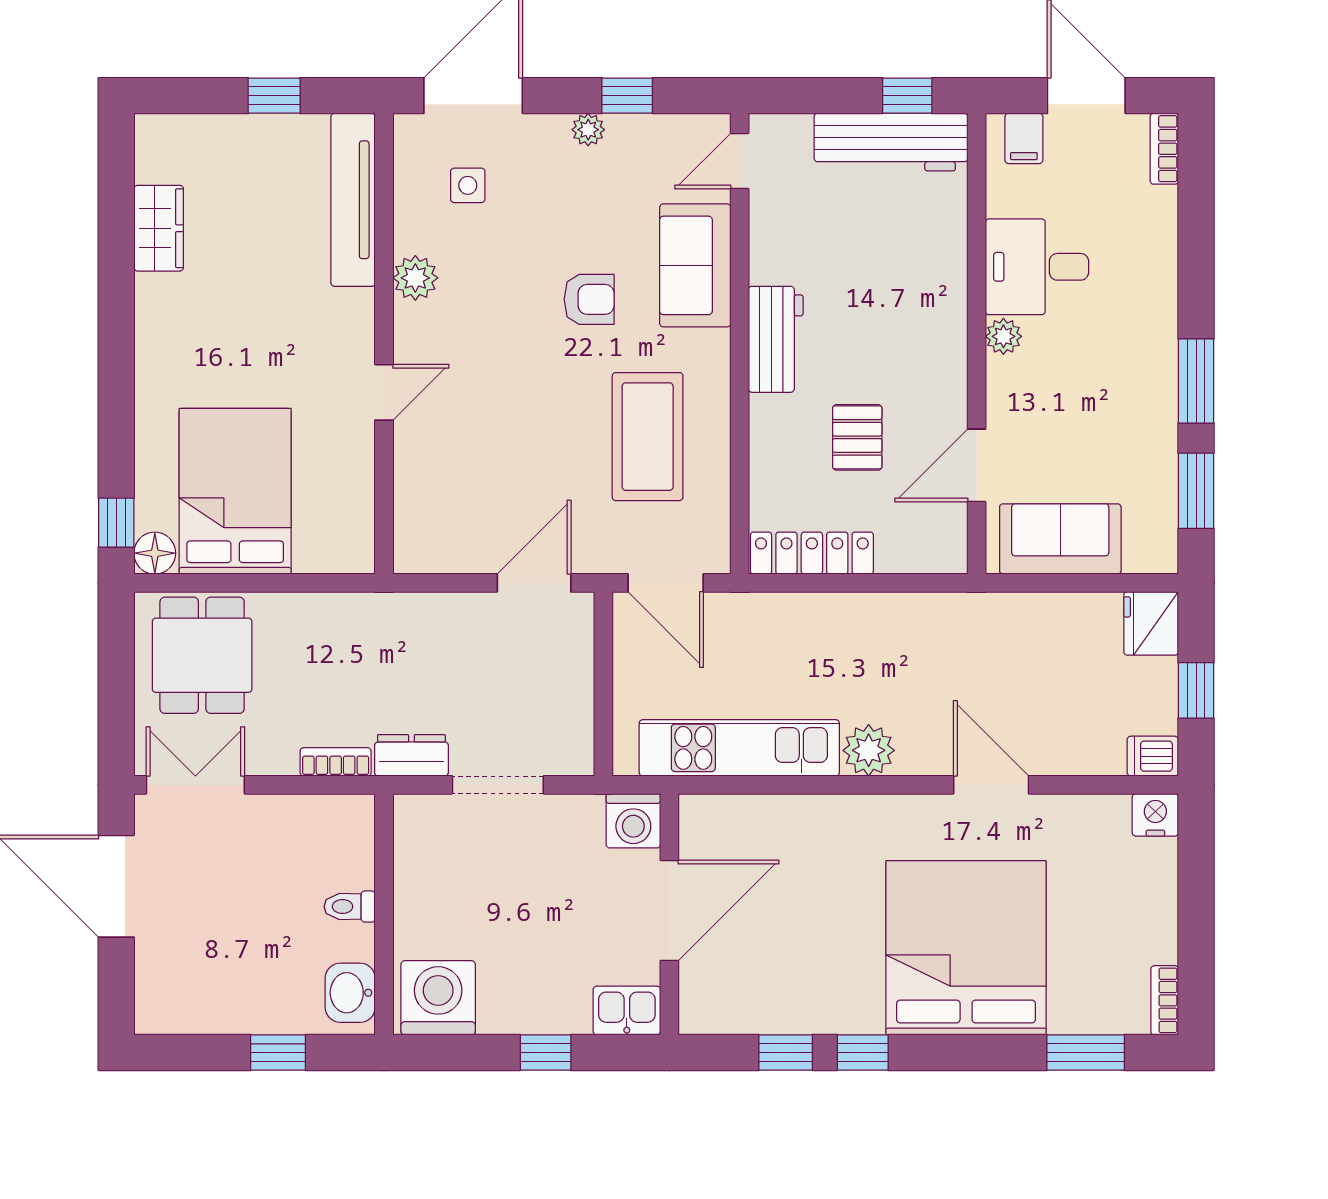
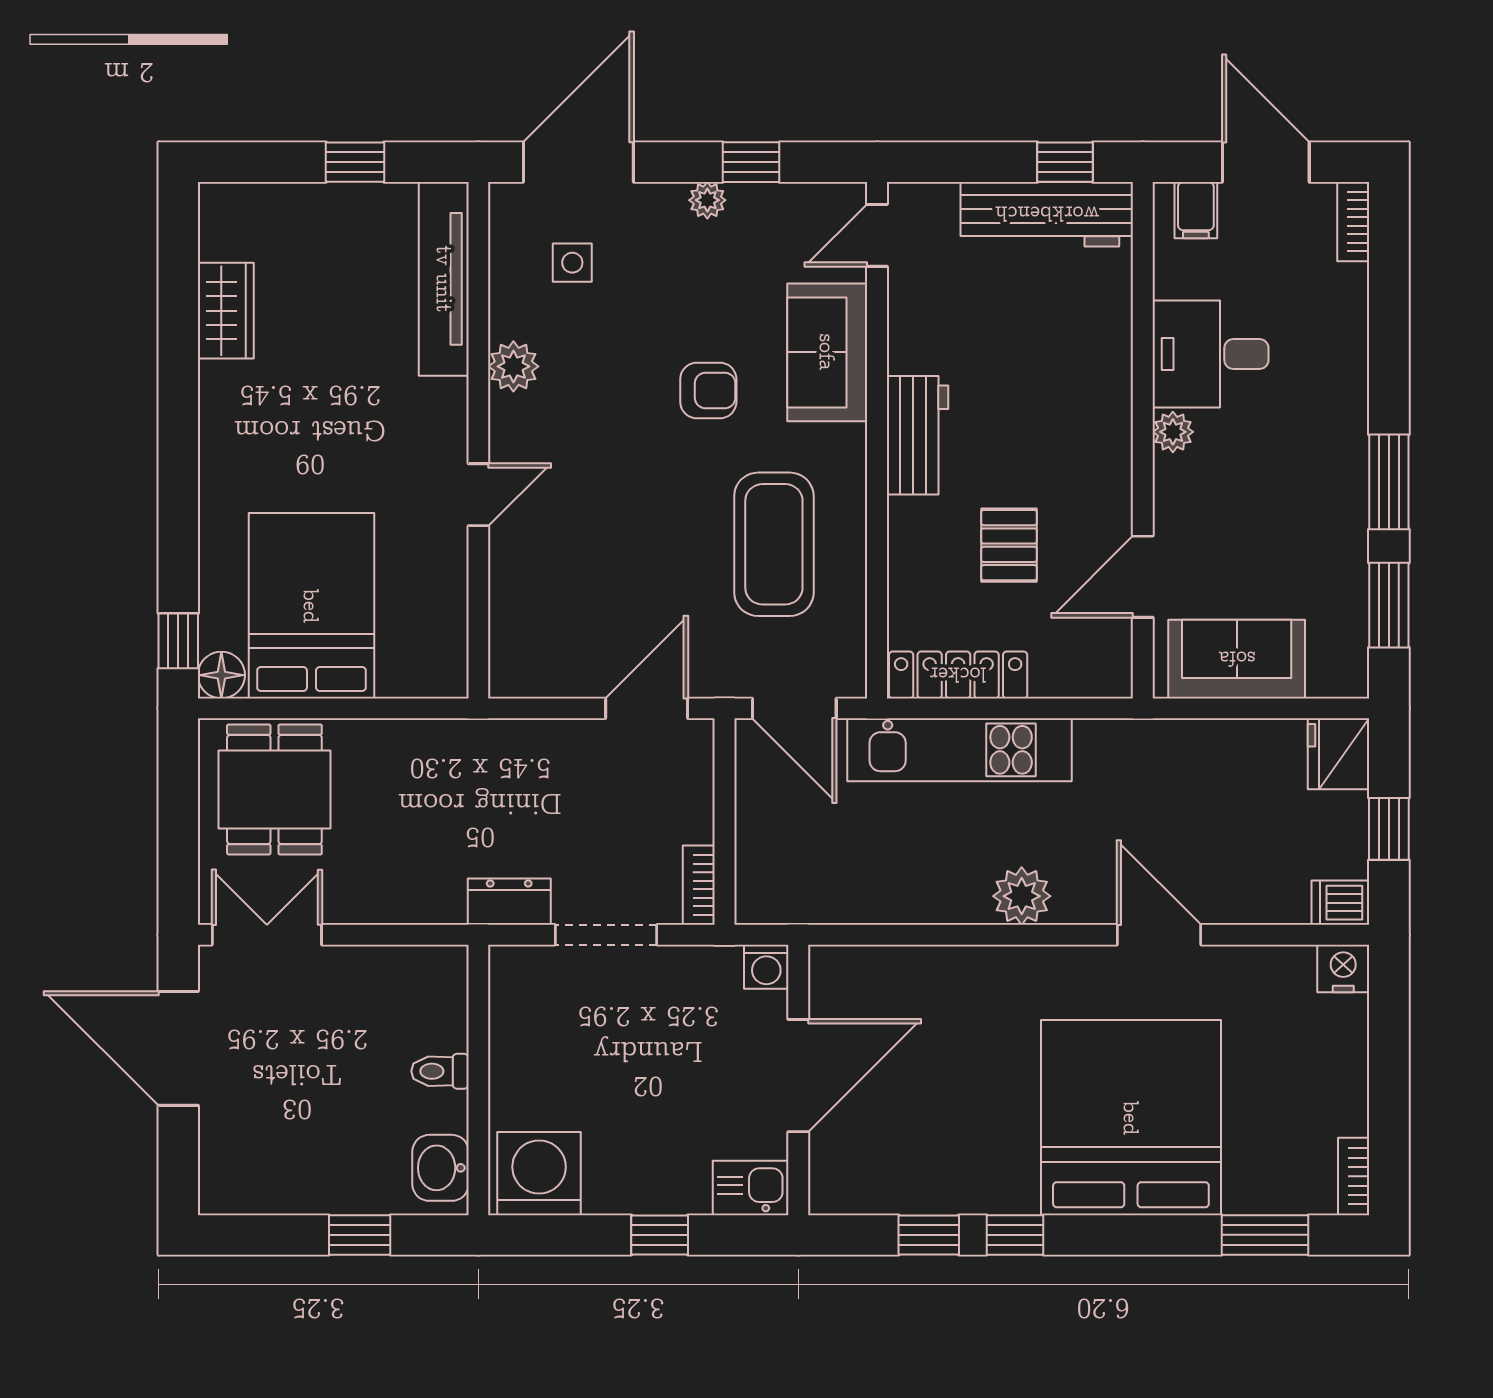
kitchen unit: (739, 748) -> (959, 750), moved, turned 180
bookcase: (336, 762) -> (699, 885), moved, turned -90
washing machine: (633, 821) -> (766, 967), width x0.73, depth x0.73

